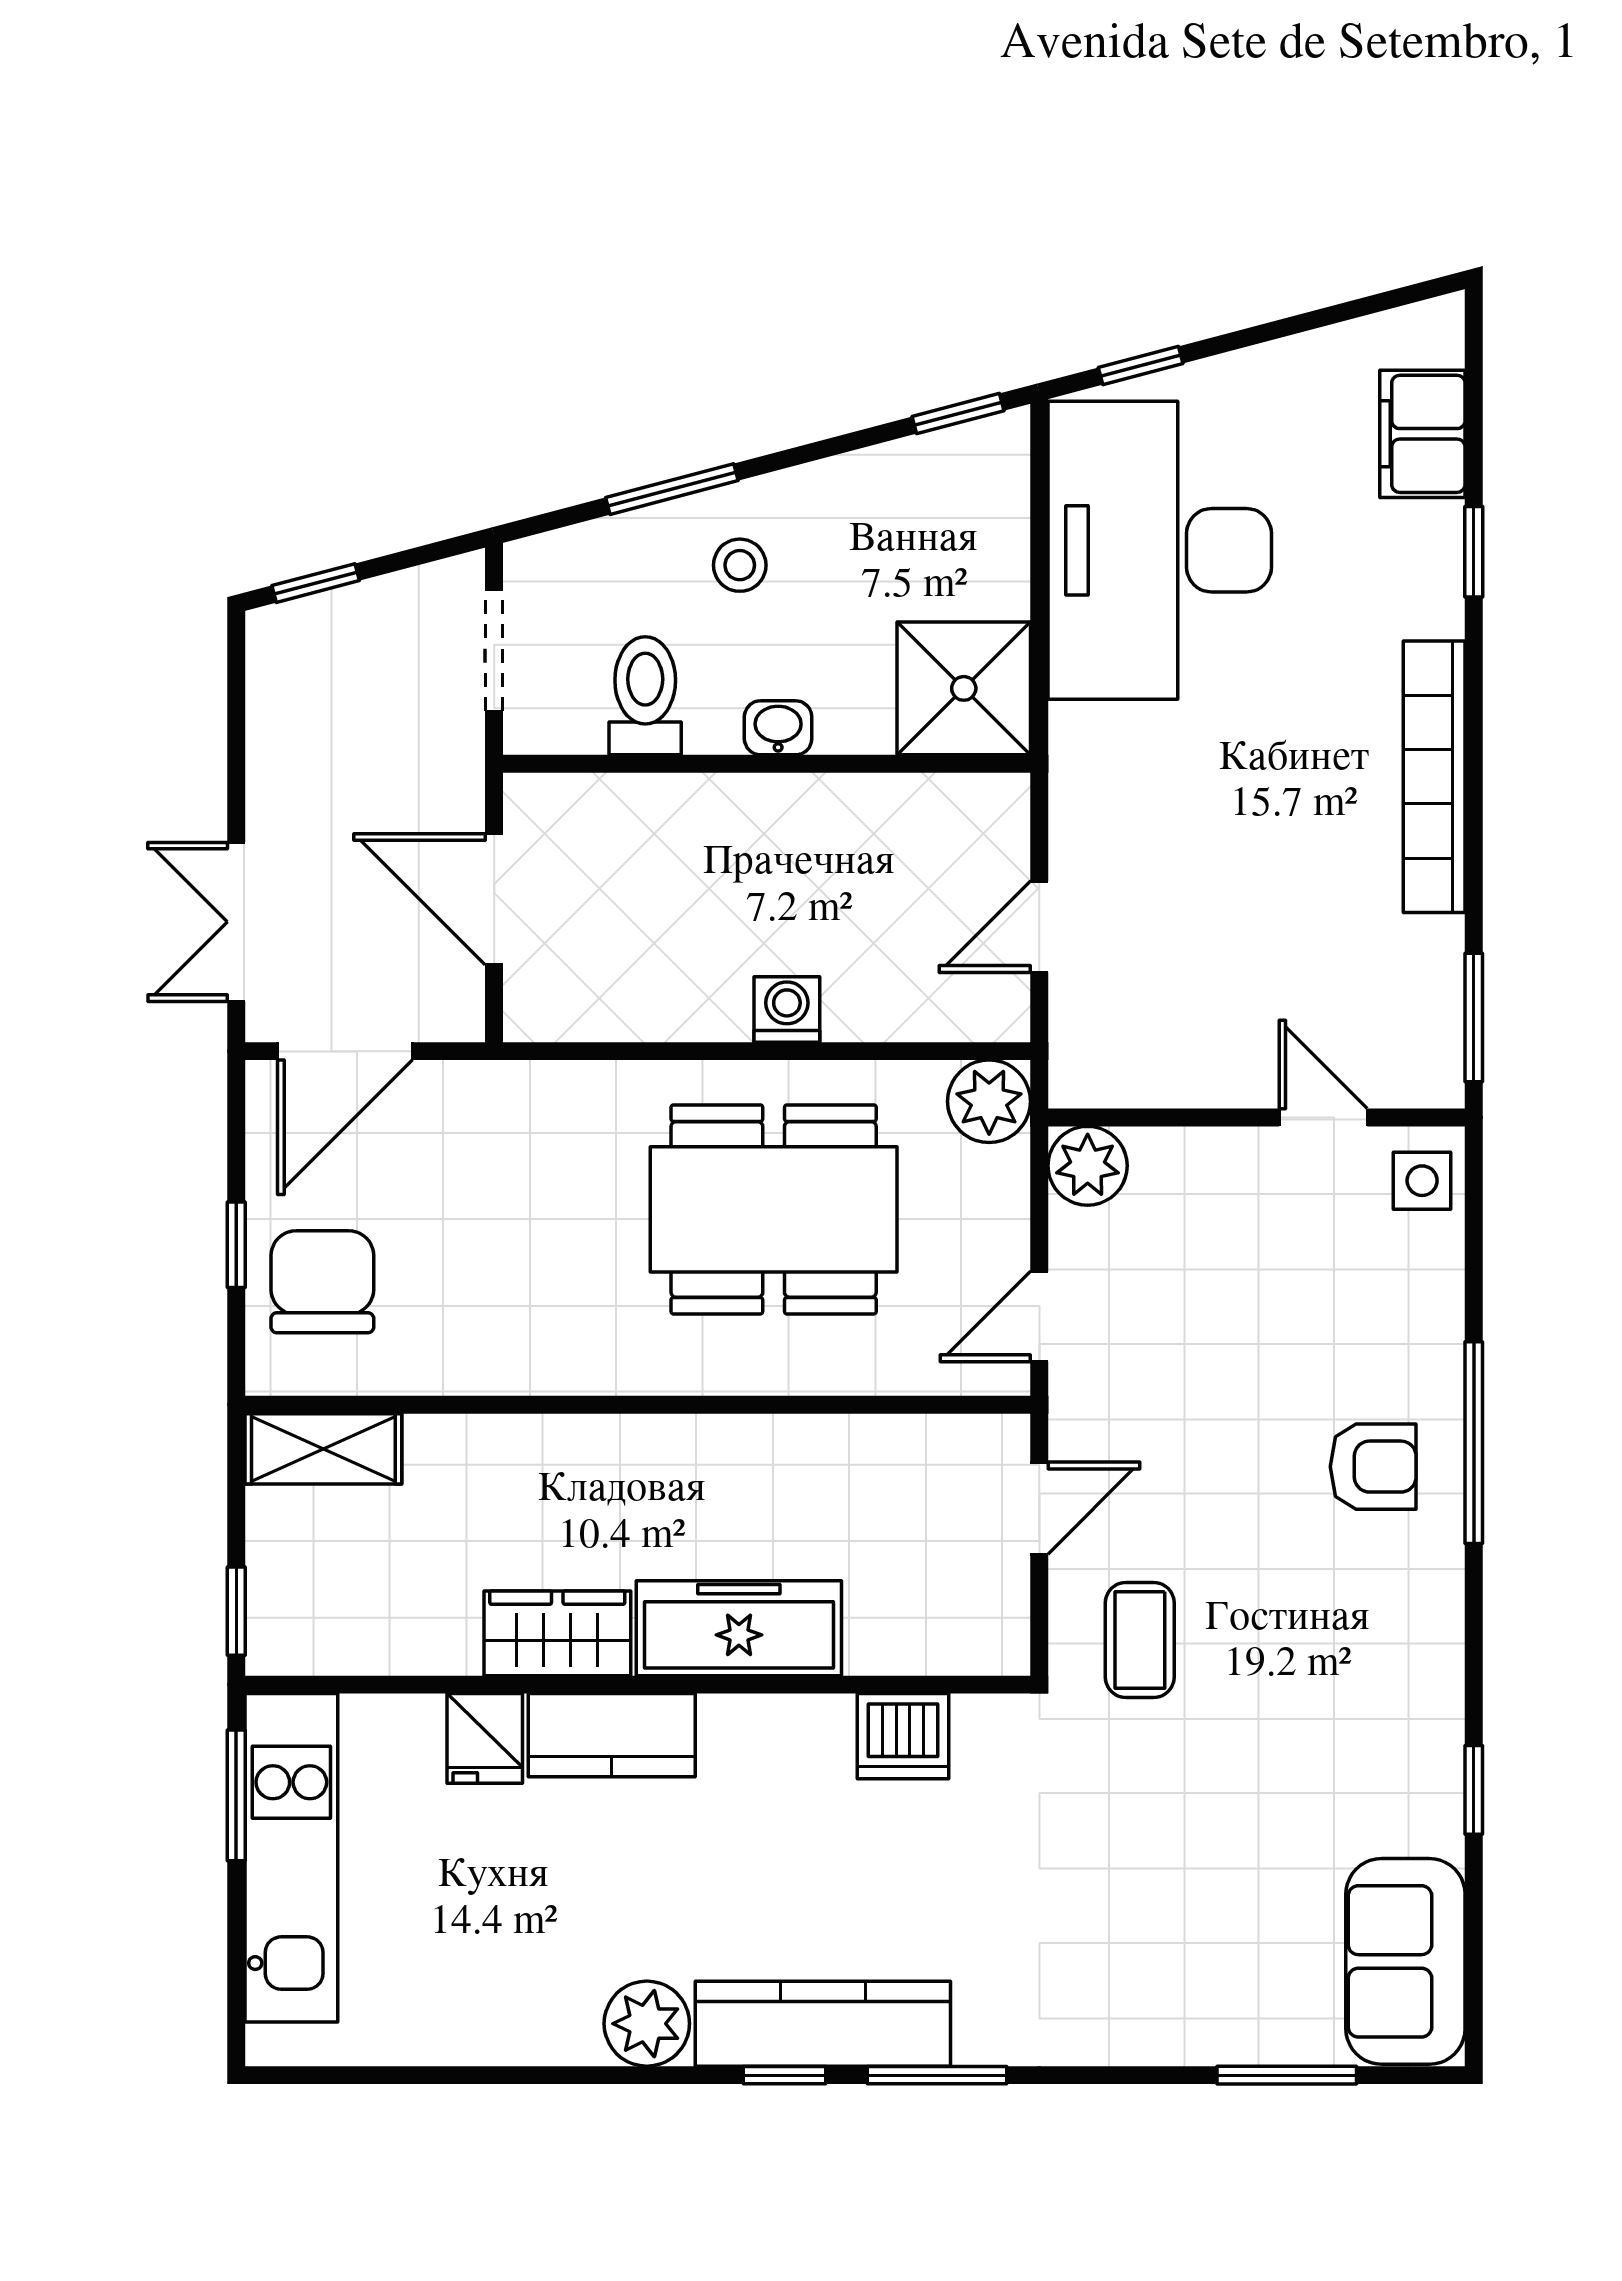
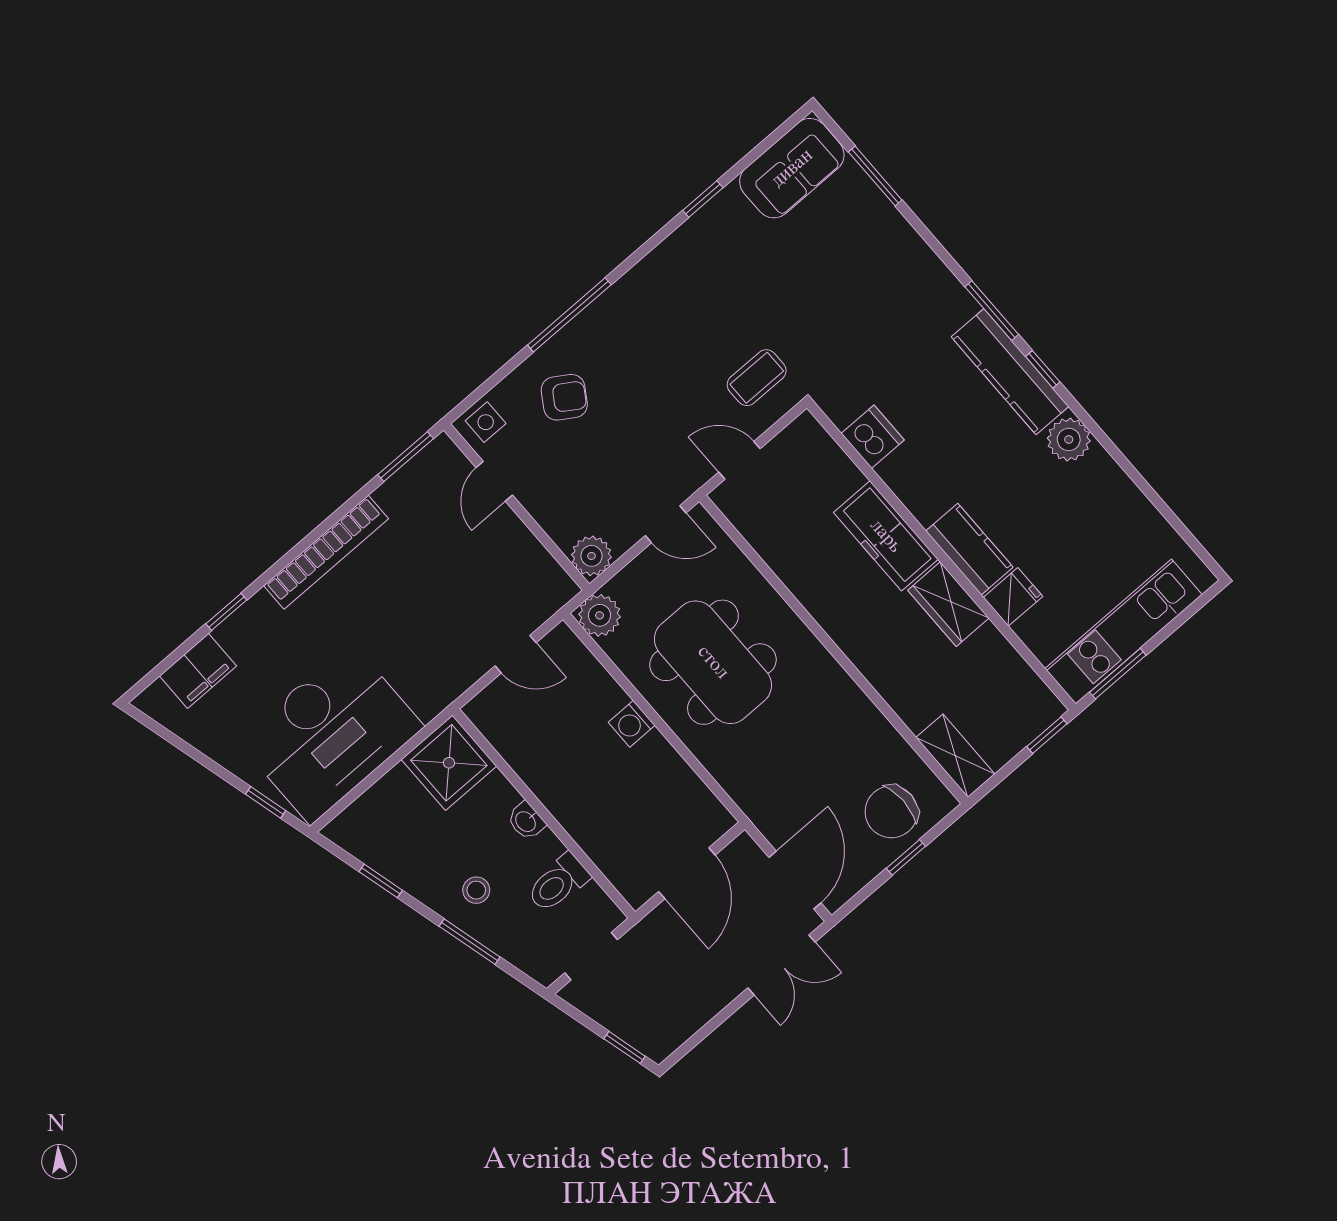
window: (958, 414) -> (381, 881), moved
door: (345, 1051) -> (795, 880), hinge flipped
armchair: (1373, 1467) -> (564, 397), moved, turned 123

